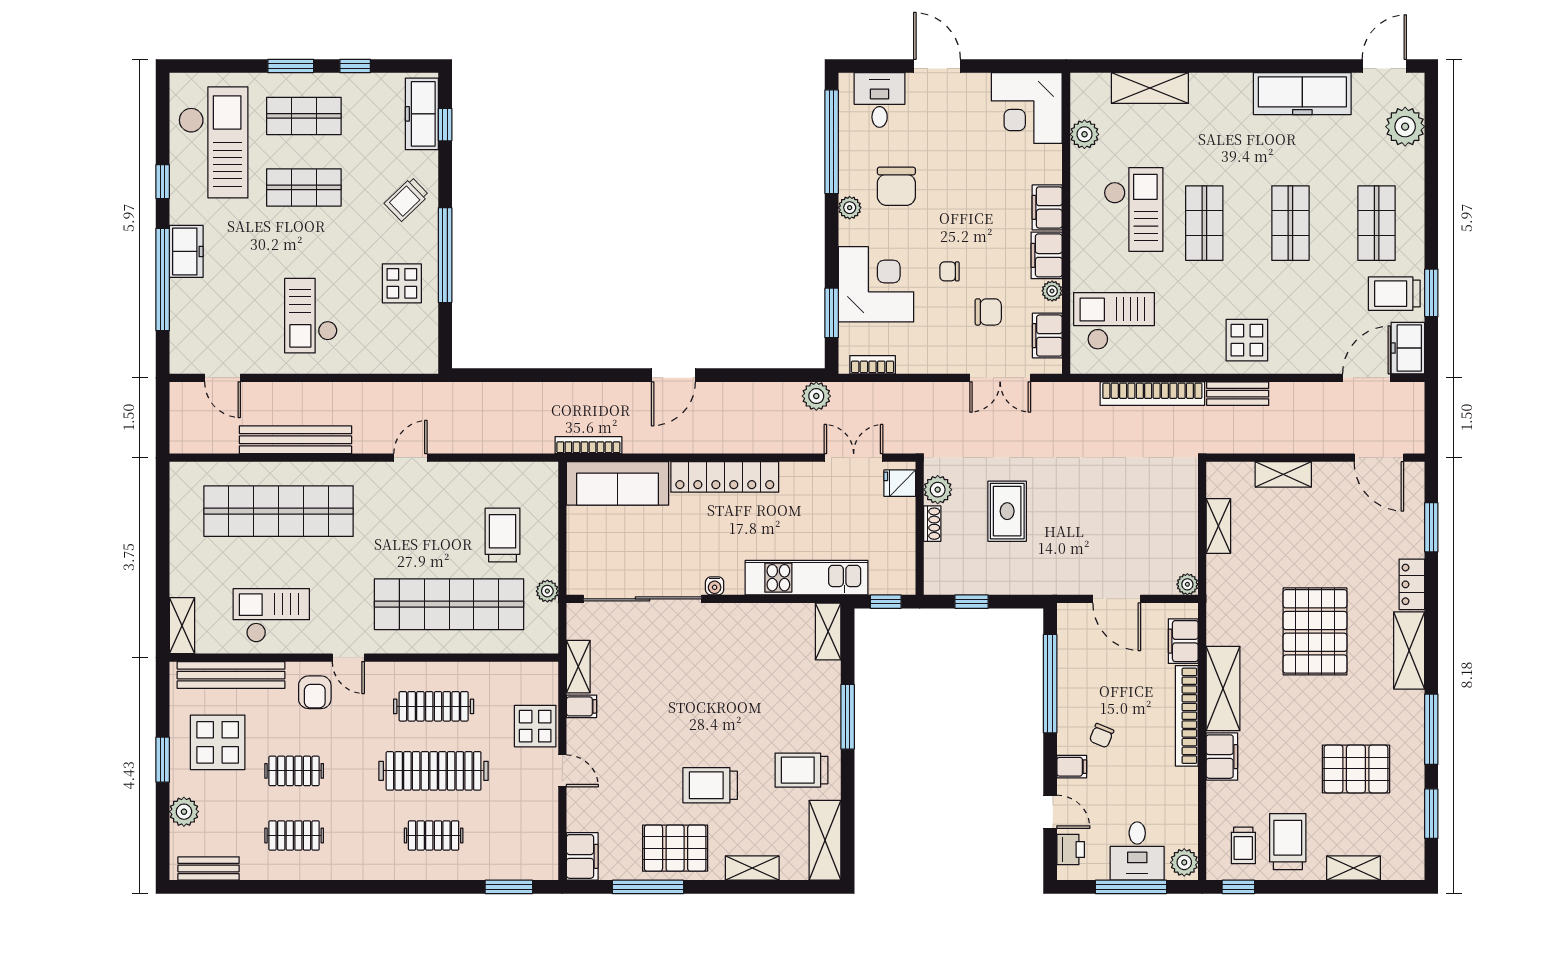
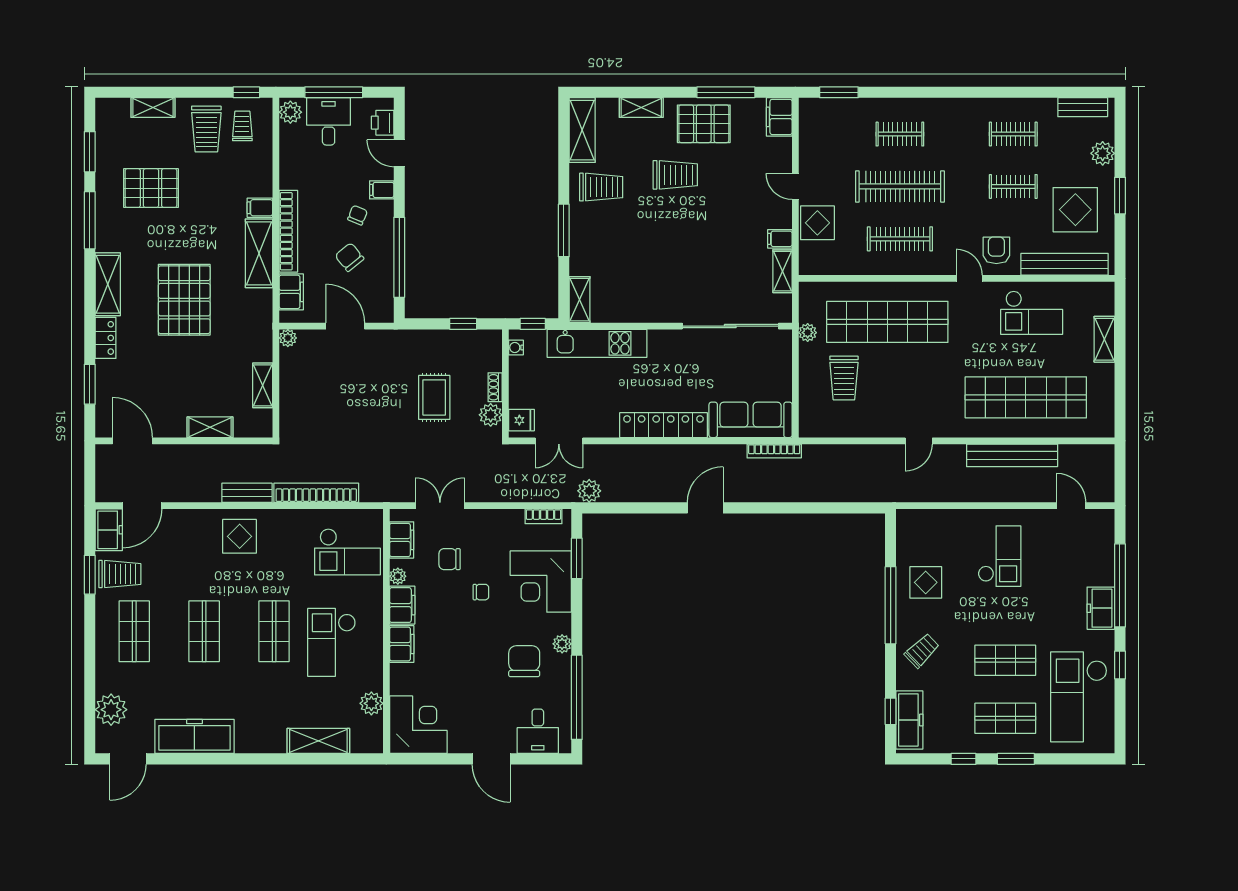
water cooler: (715, 586) -> (516, 348), moved, turned -90
shelving: (182, 626) -> (1104, 339), moved
chair: (1112, 684) -> (349, 257), added
filing cabinet: (1222, 757) -> (260, 208), width x0.50

